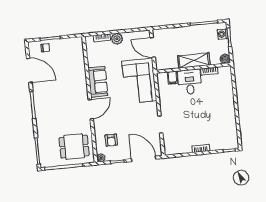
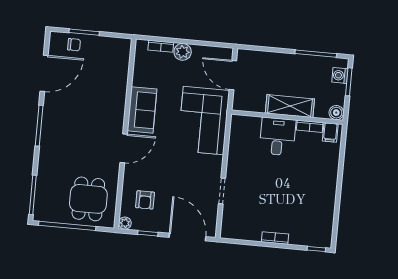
door: (29, 70) -> (44, 73), hinge flipped
filing cabinet: (172, 78) -> (330, 132), moved
dining table: (74, 147) -> (88, 199), turned 90

